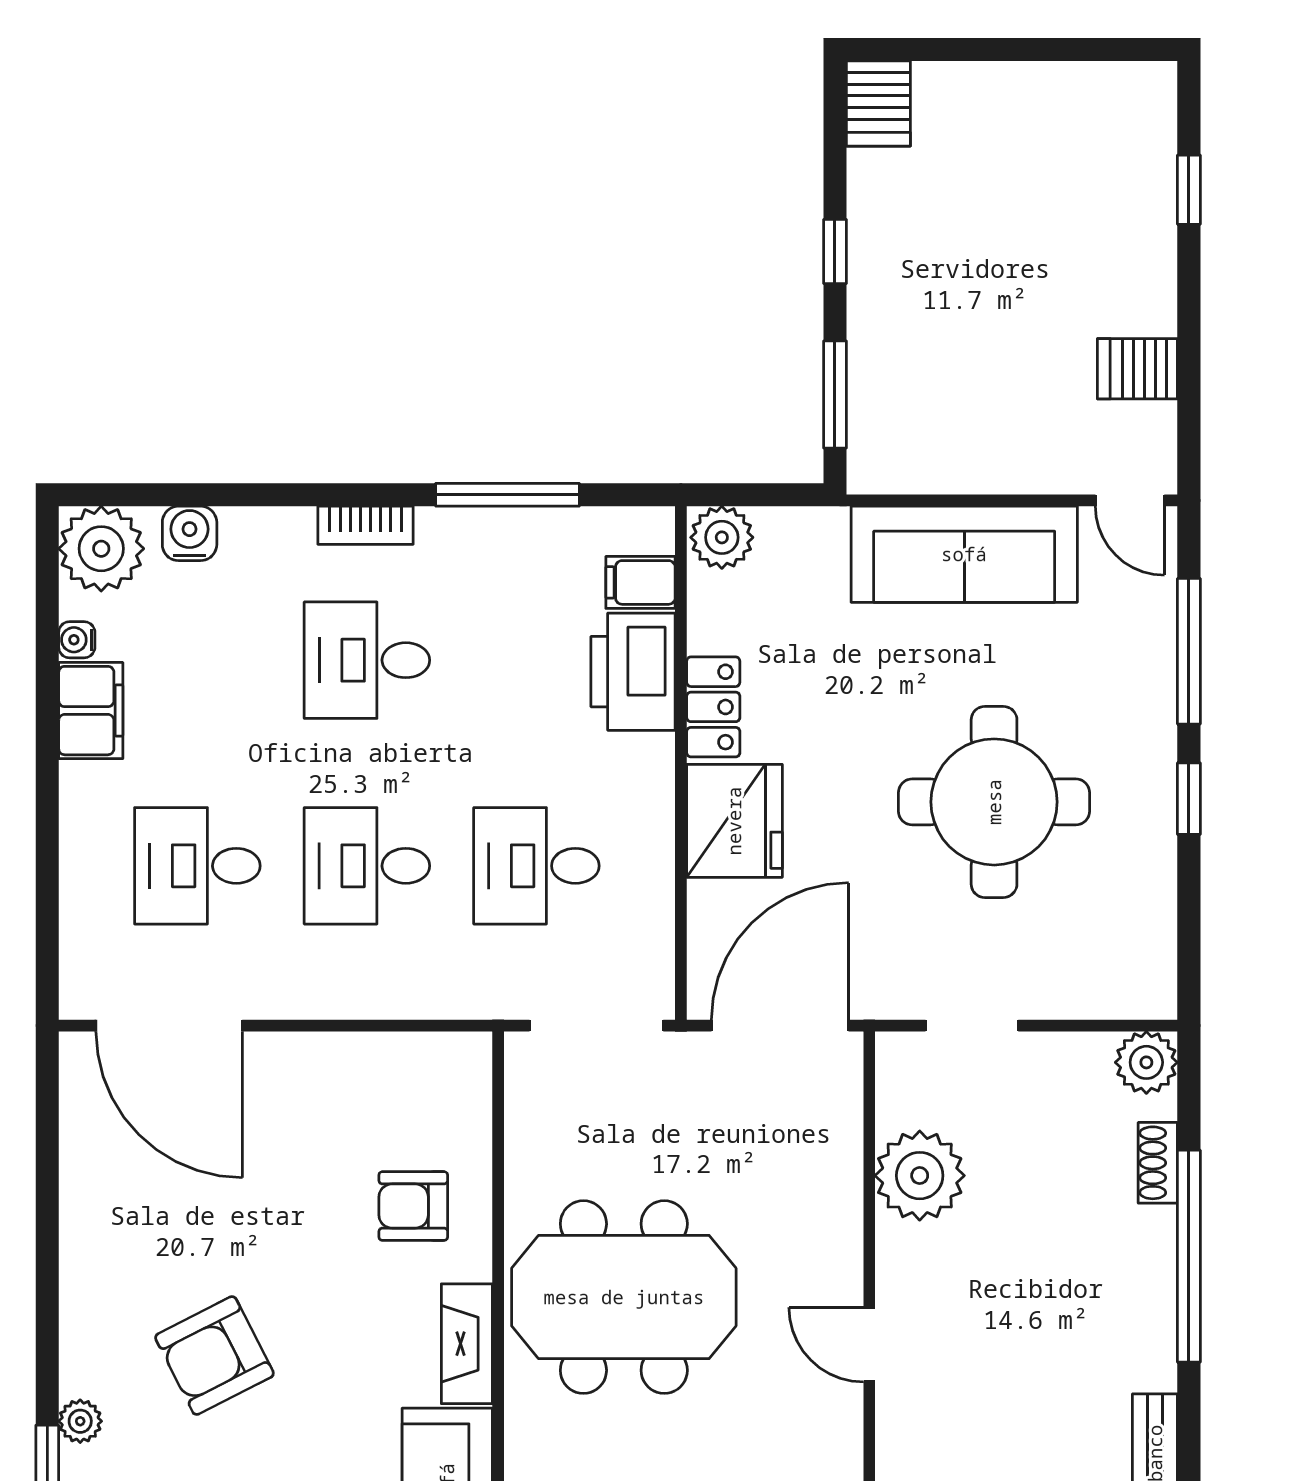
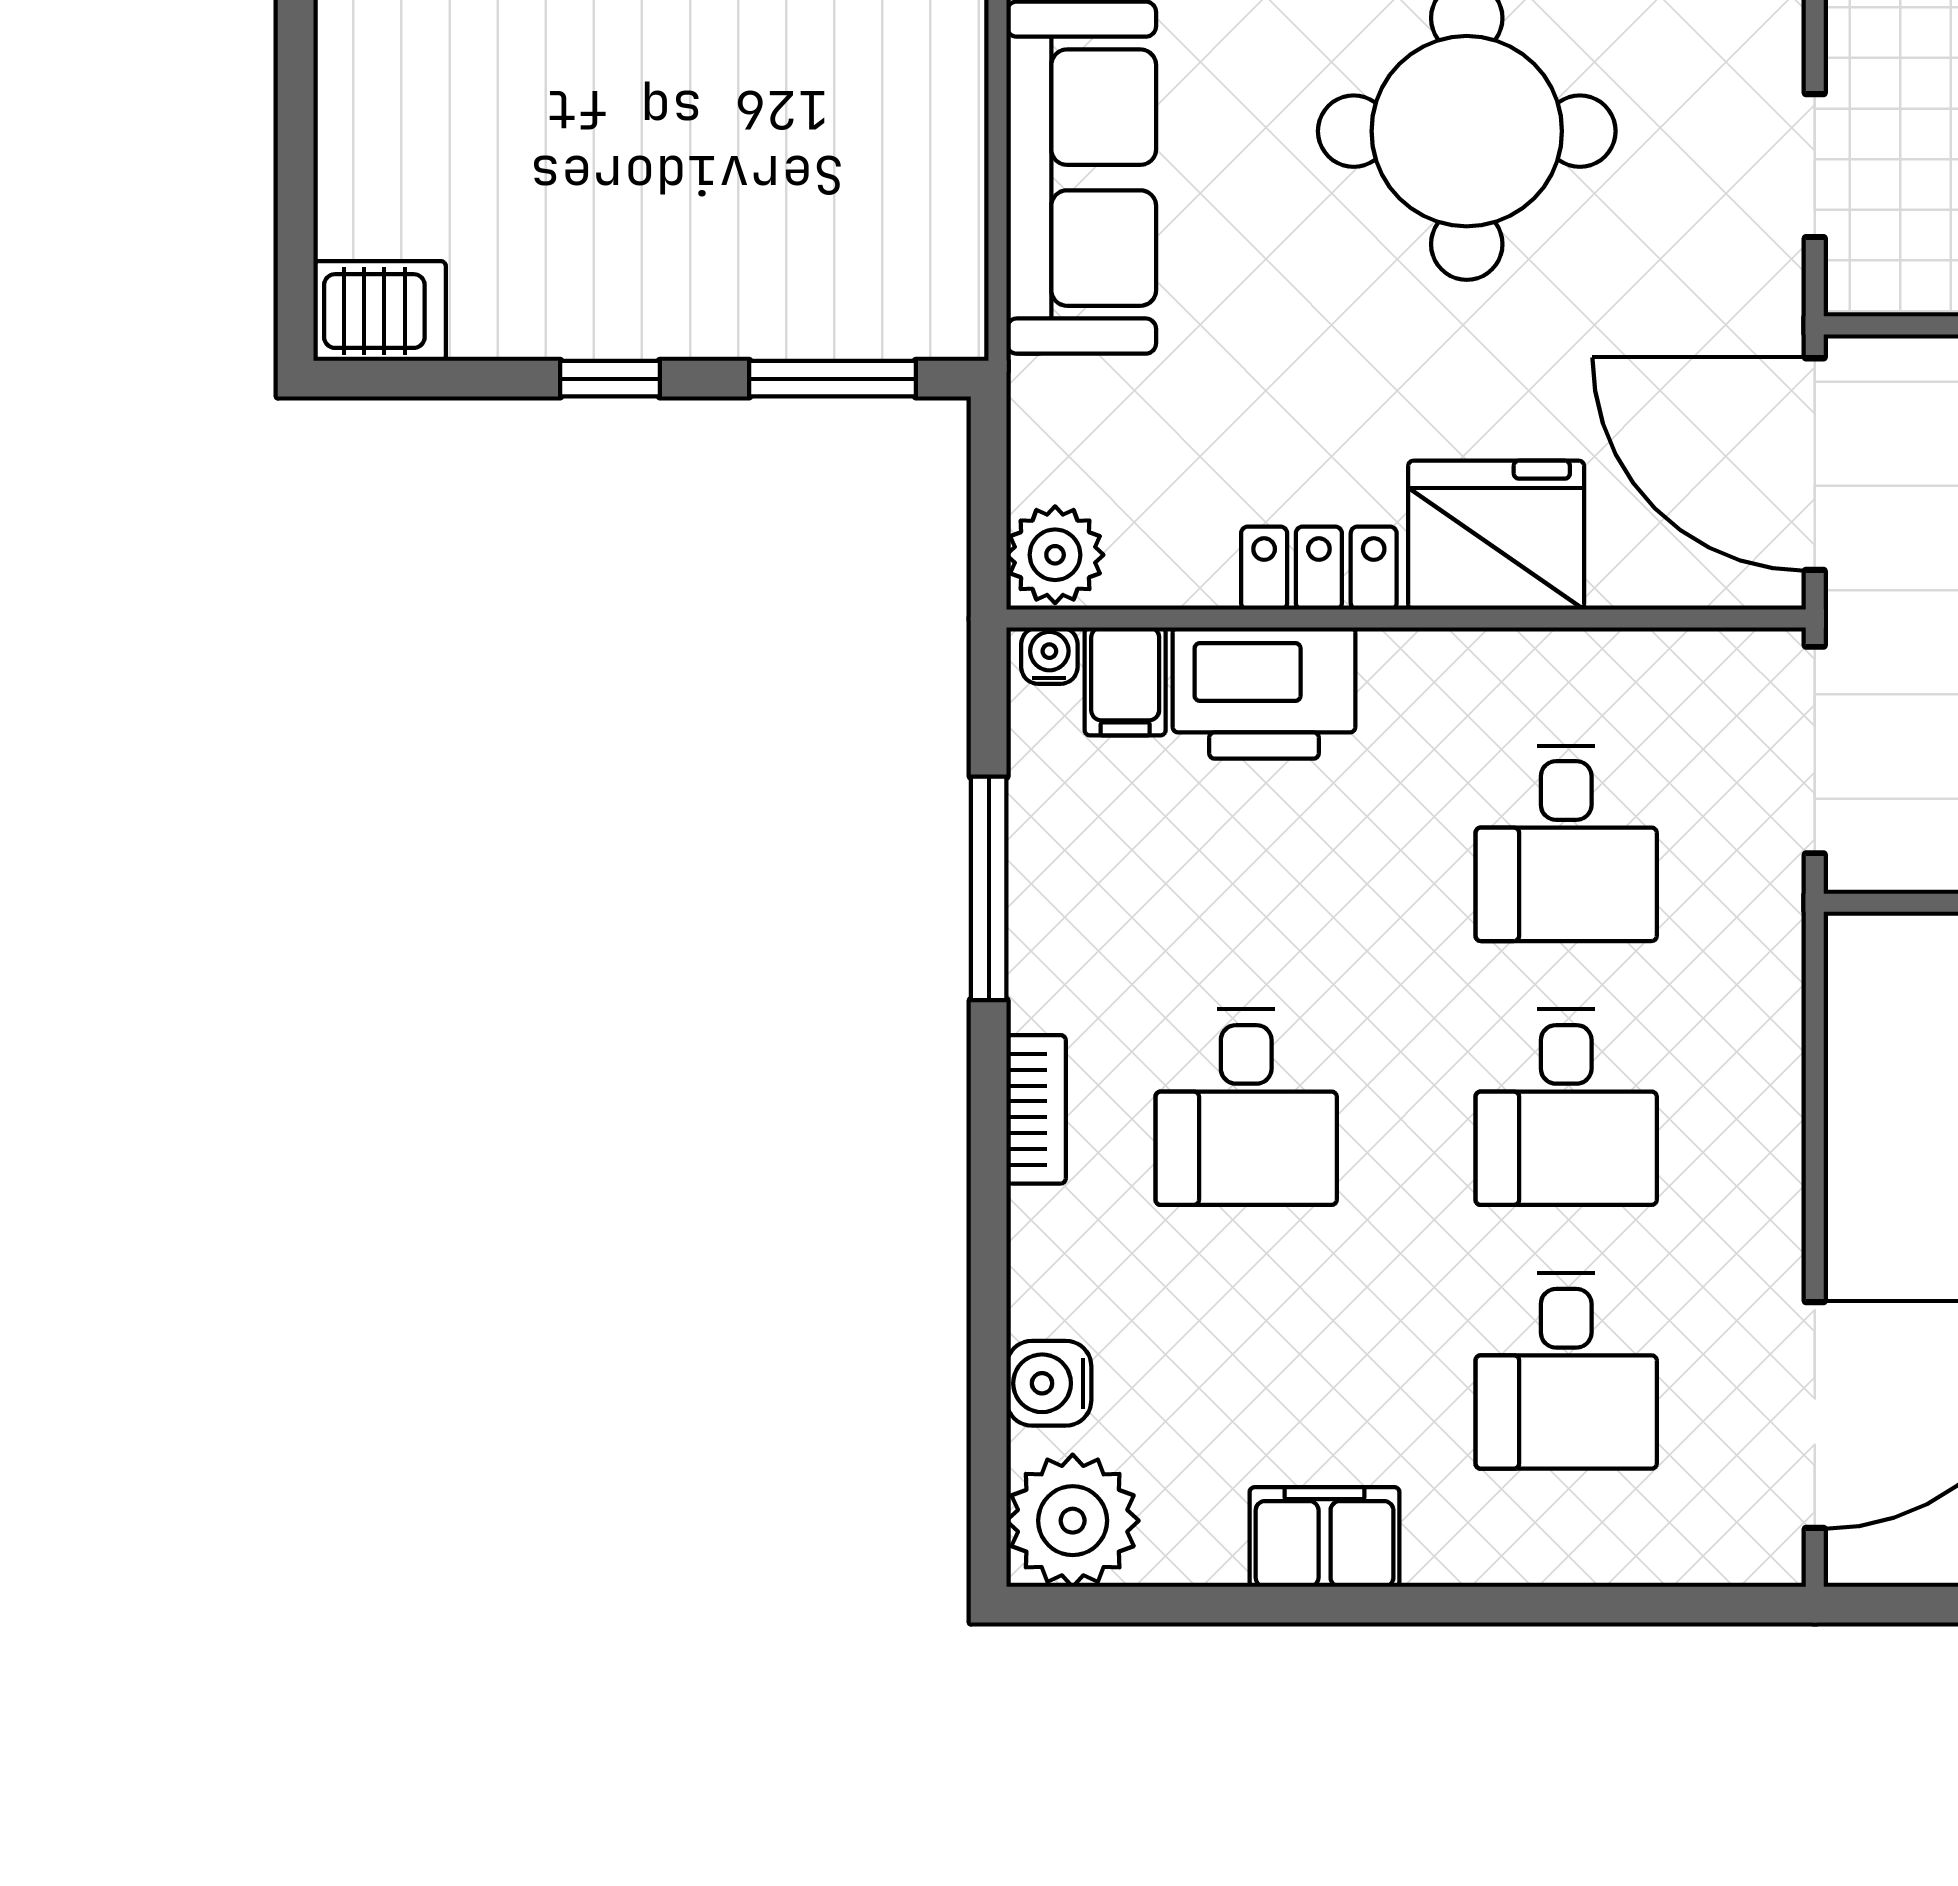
water cooler: (77, 640) -> (1049, 656), moved, turned 180

